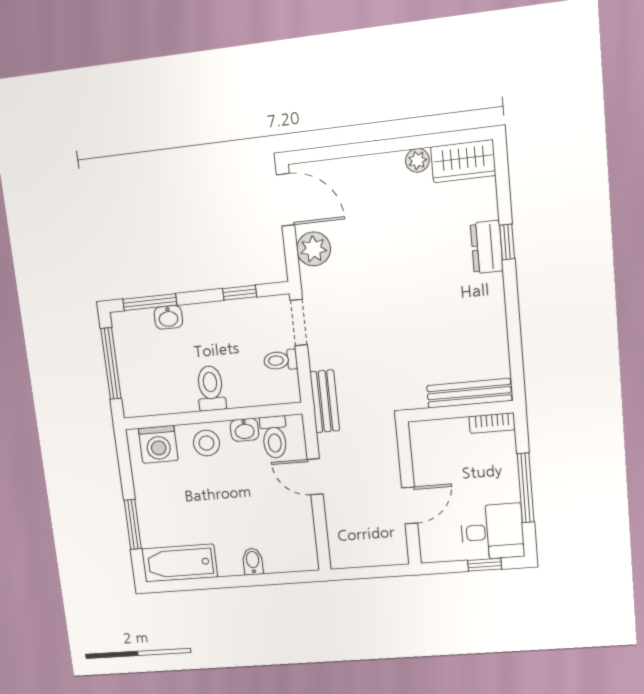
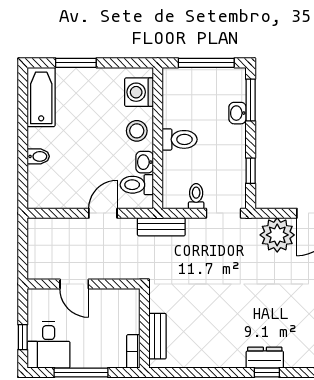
plant: (314, 249) -> (277, 235), width x1.36, depth x1.36
bench: (469, 393) -> (158, 336), width x0.73

